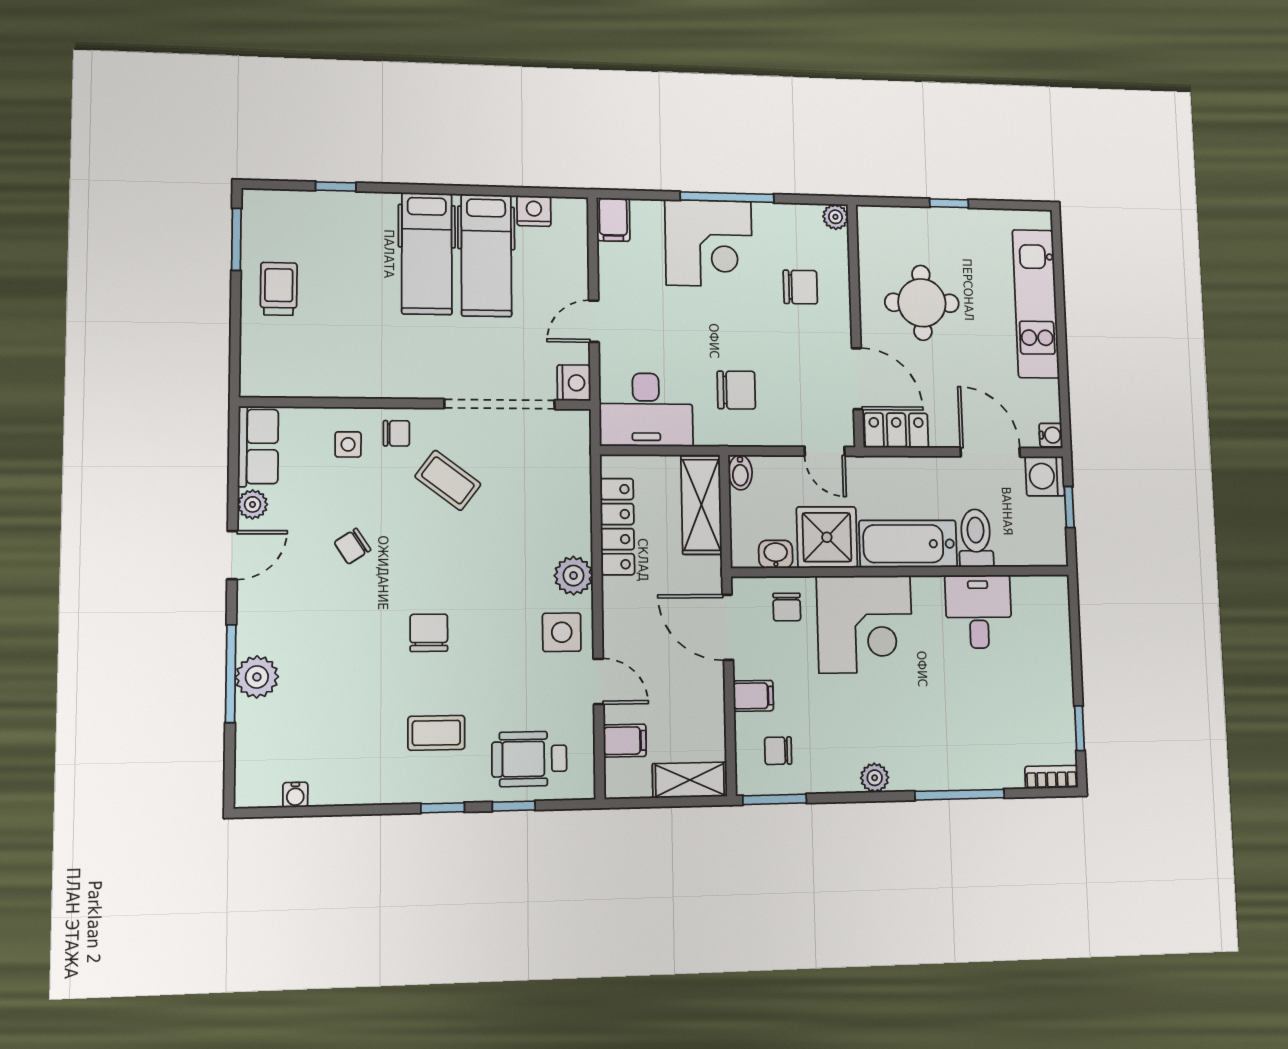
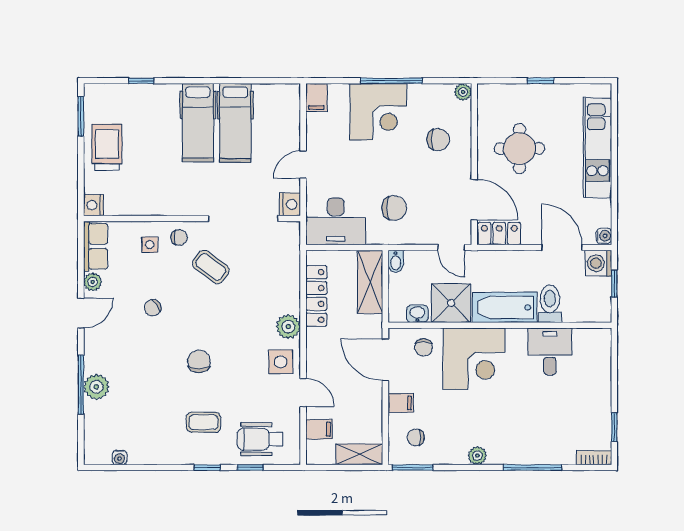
nightstand: (534, 211) -> (93, 205), moved, turned -90
trolley: (279, 289) -> (107, 147), width x1.36, depth x1.39

